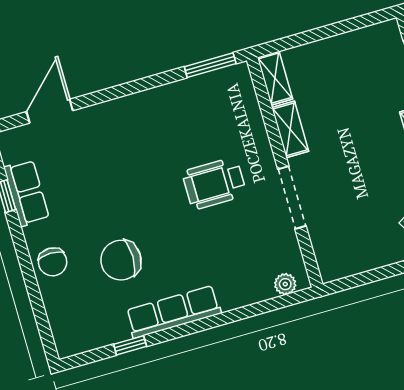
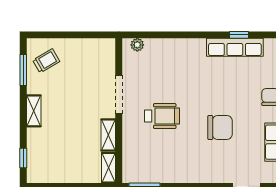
chair: (121, 260) -> (220, 128), moved
row of seats: (173, 312) -> (235, 47), moved

